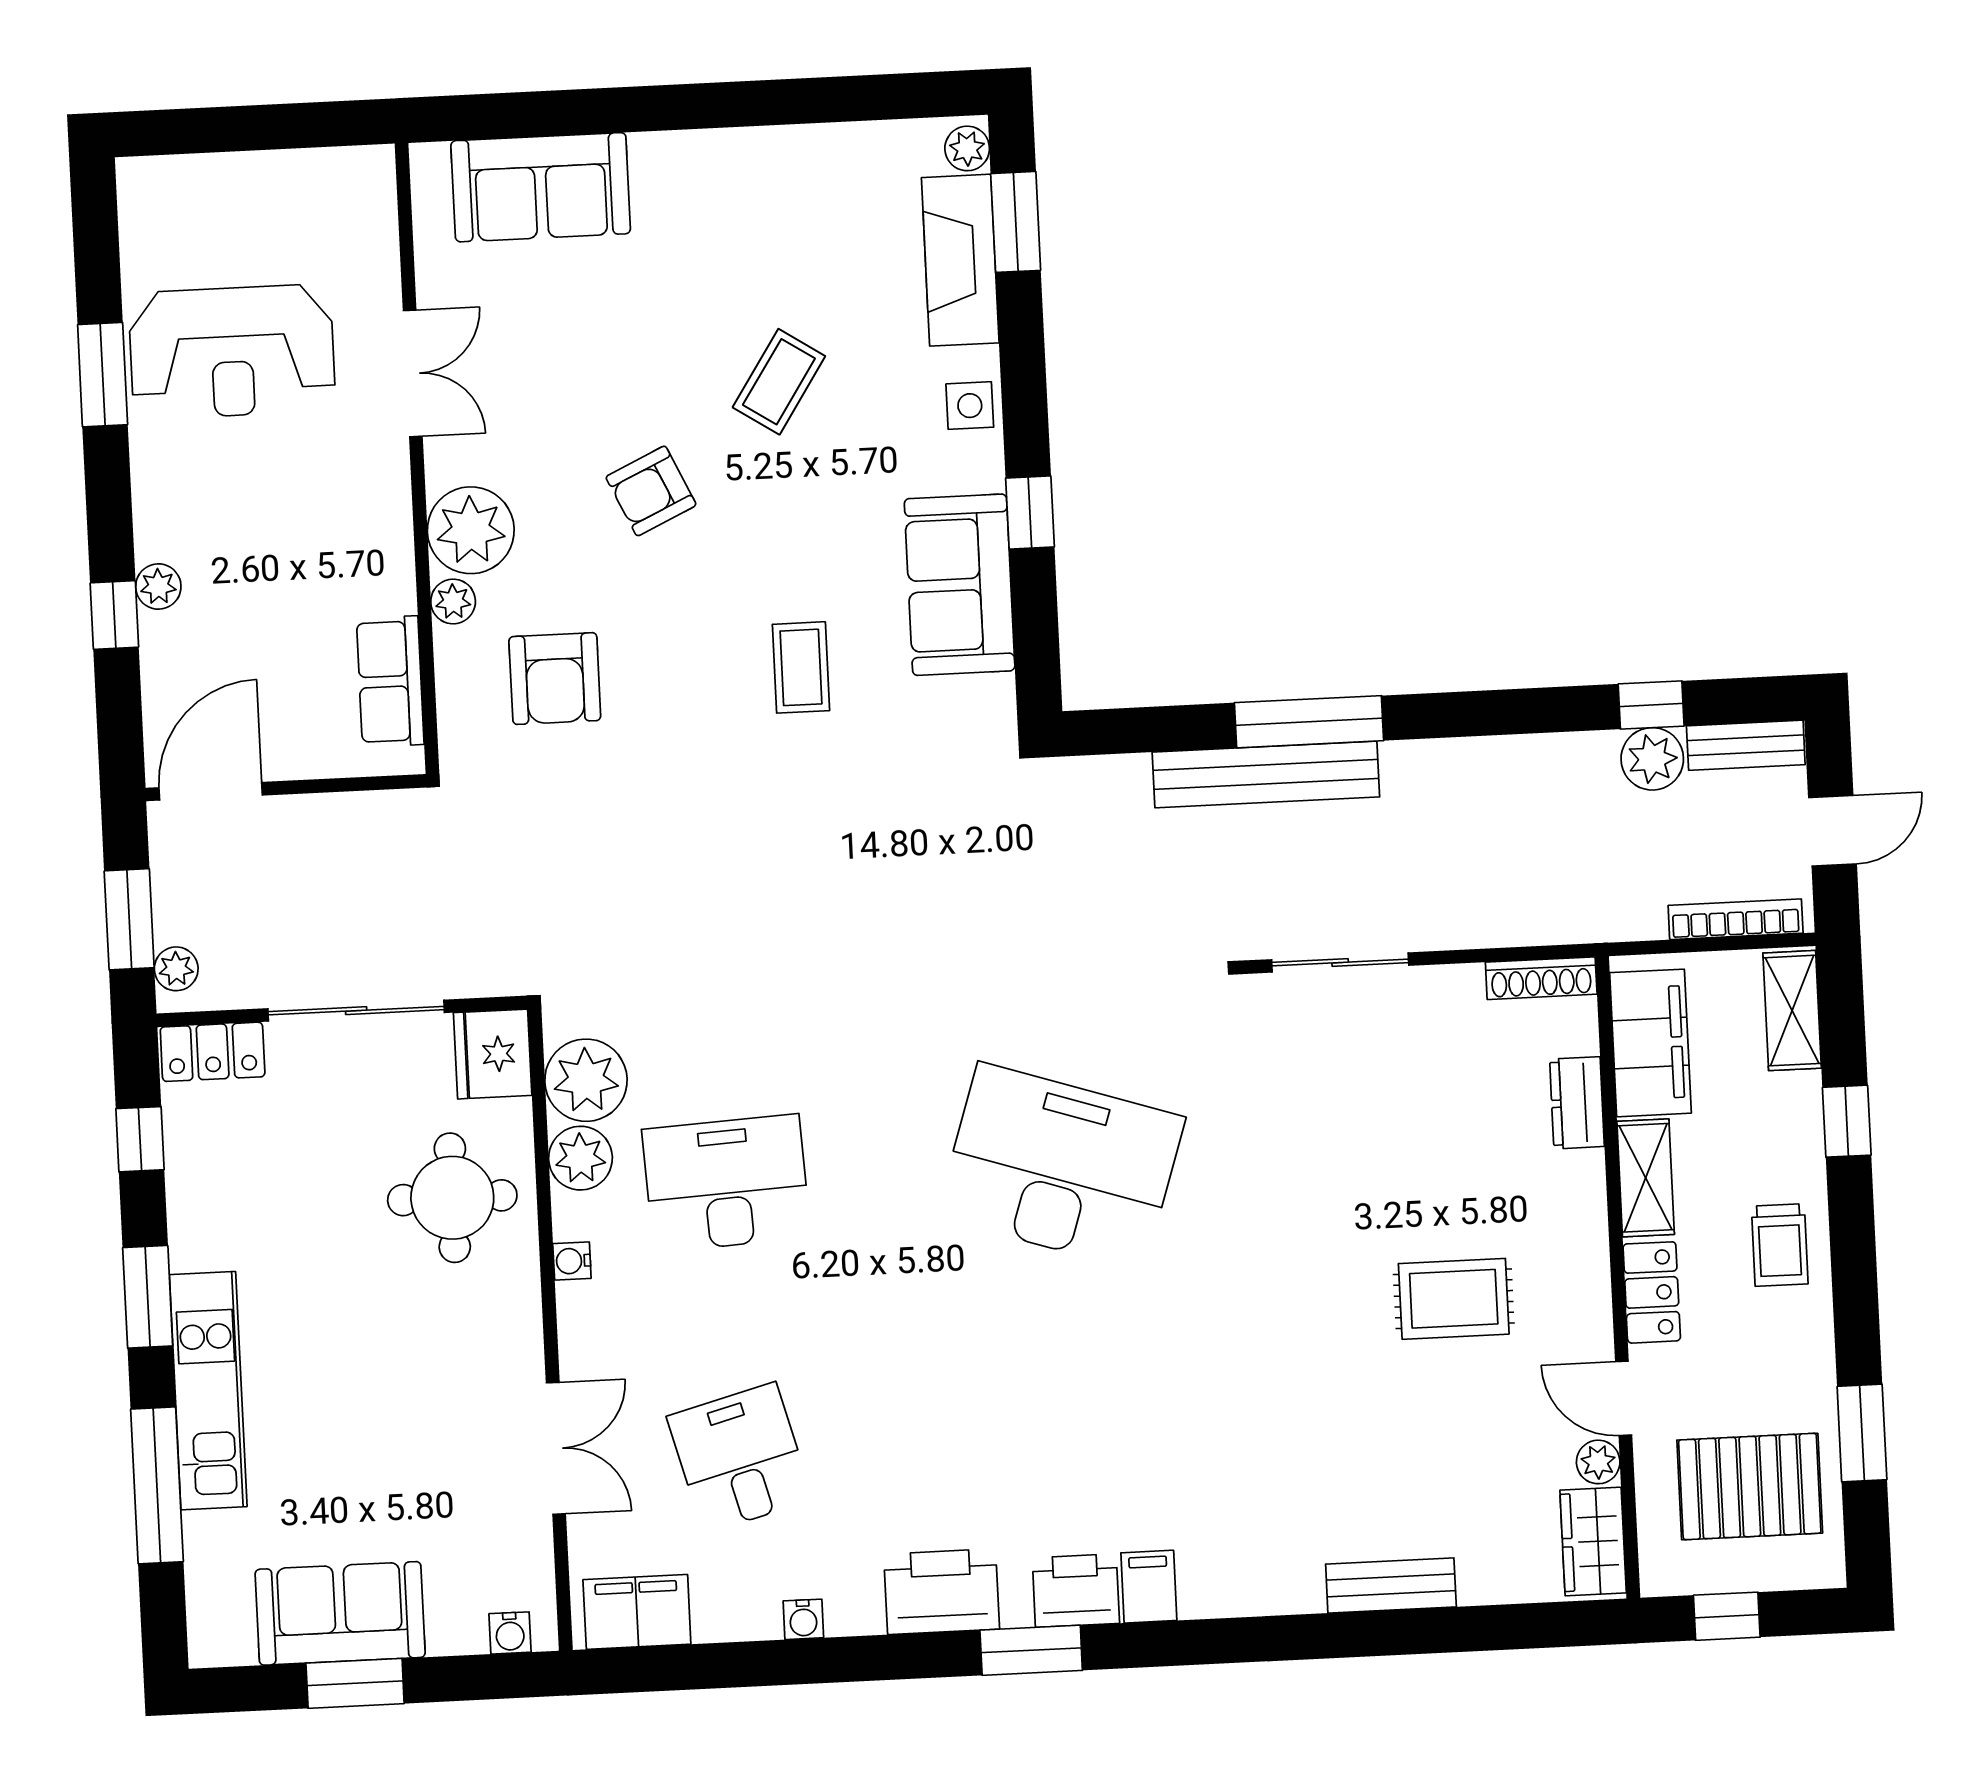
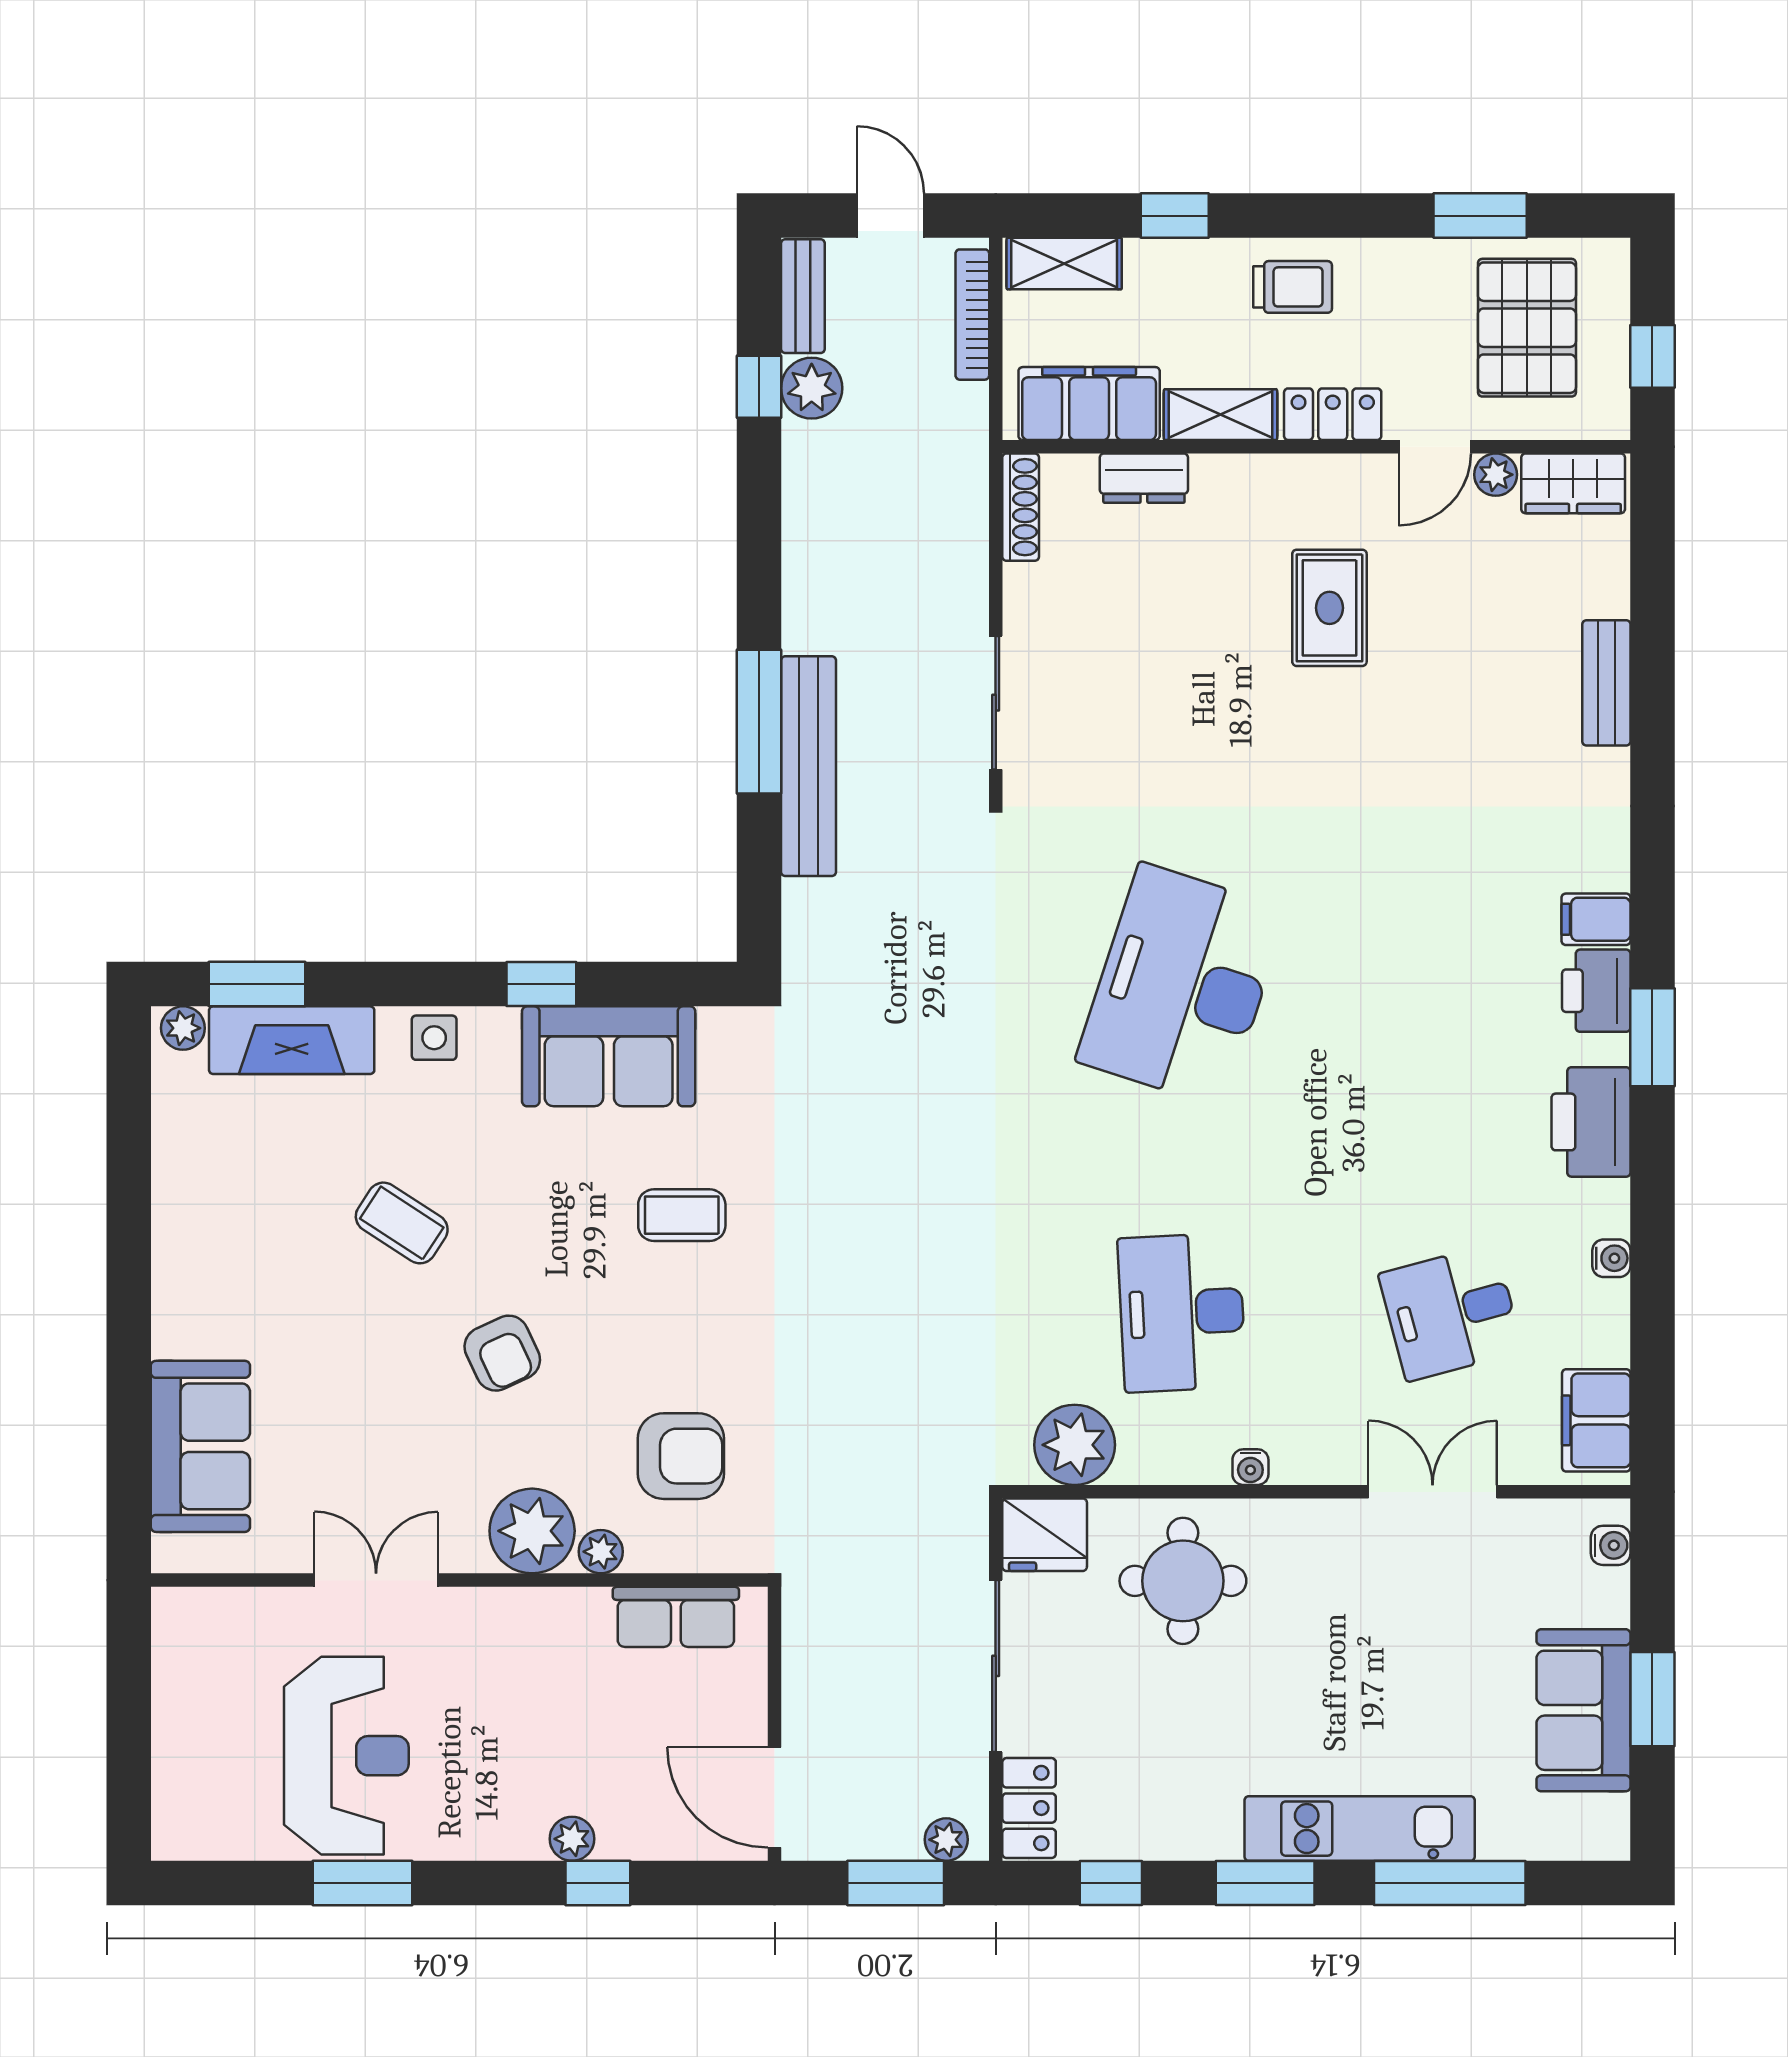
plant: (580, 1158) -> (1150, 1454), removed

